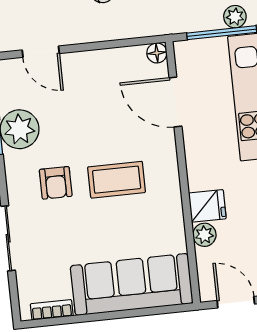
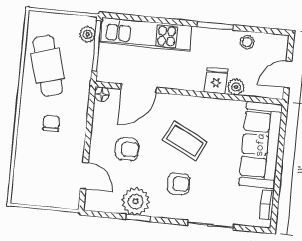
door: (41, 52) -> (84, 176), hinge flipped
armchair: (89, 103) -> (127, 149), added
coffee table: (117, 180) -> (185, 141), turned -63

